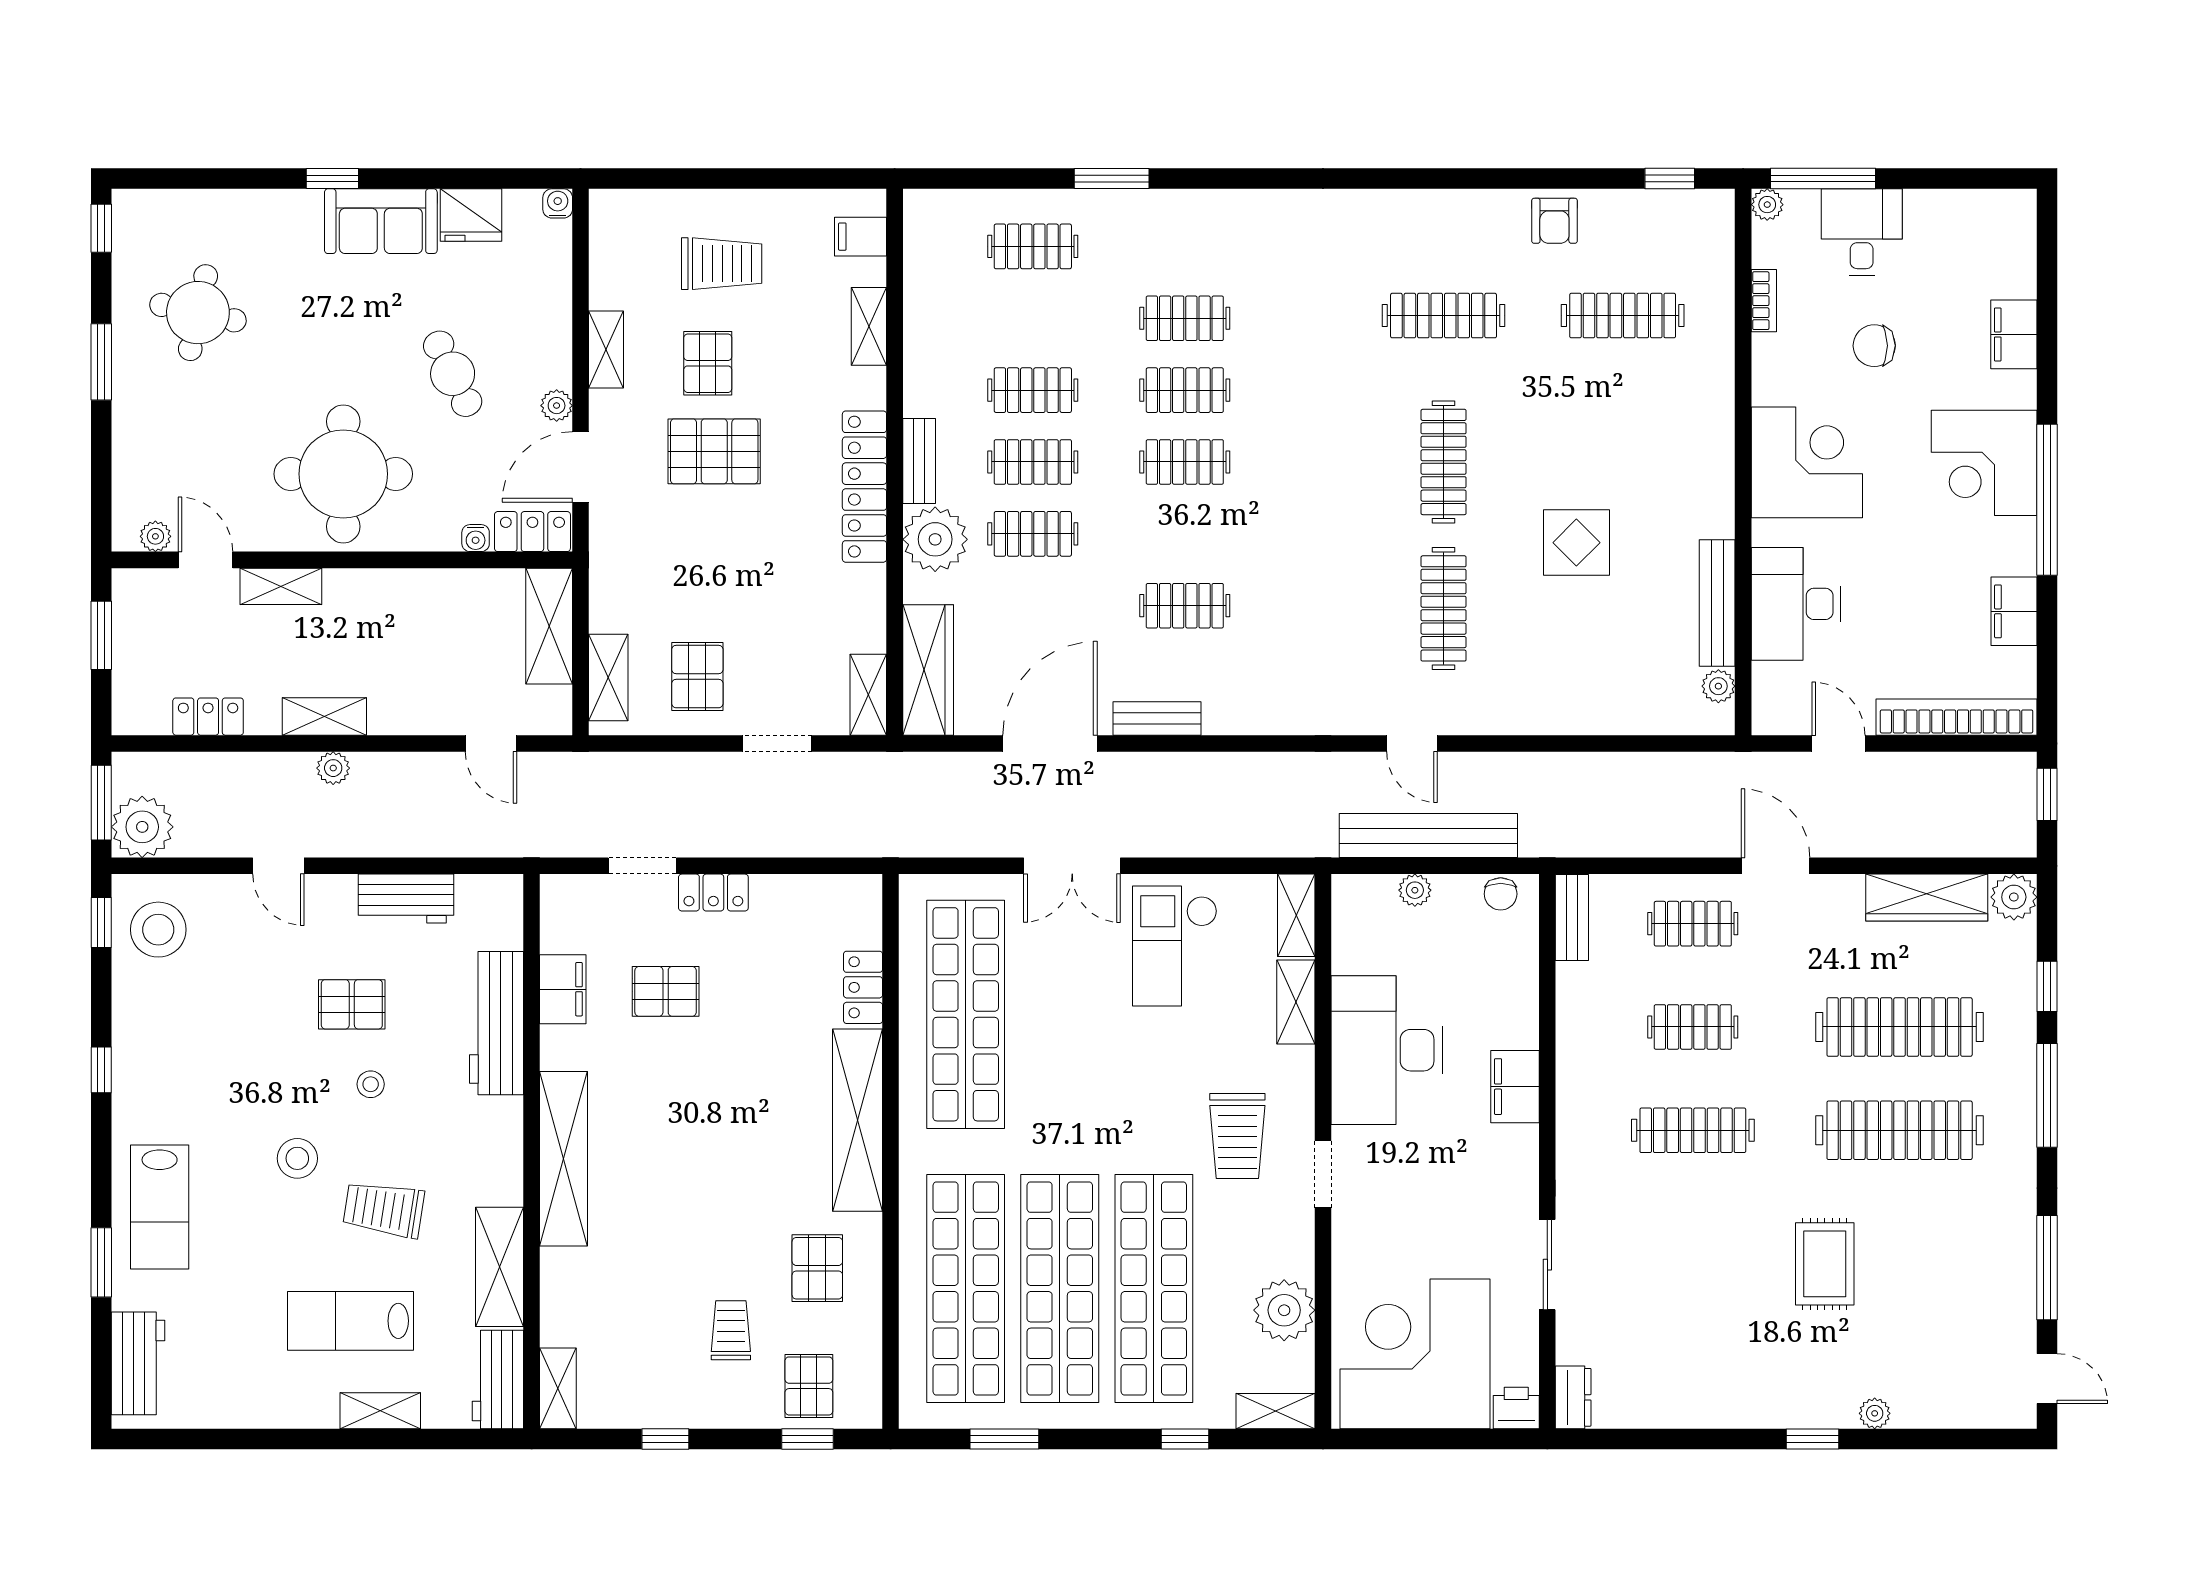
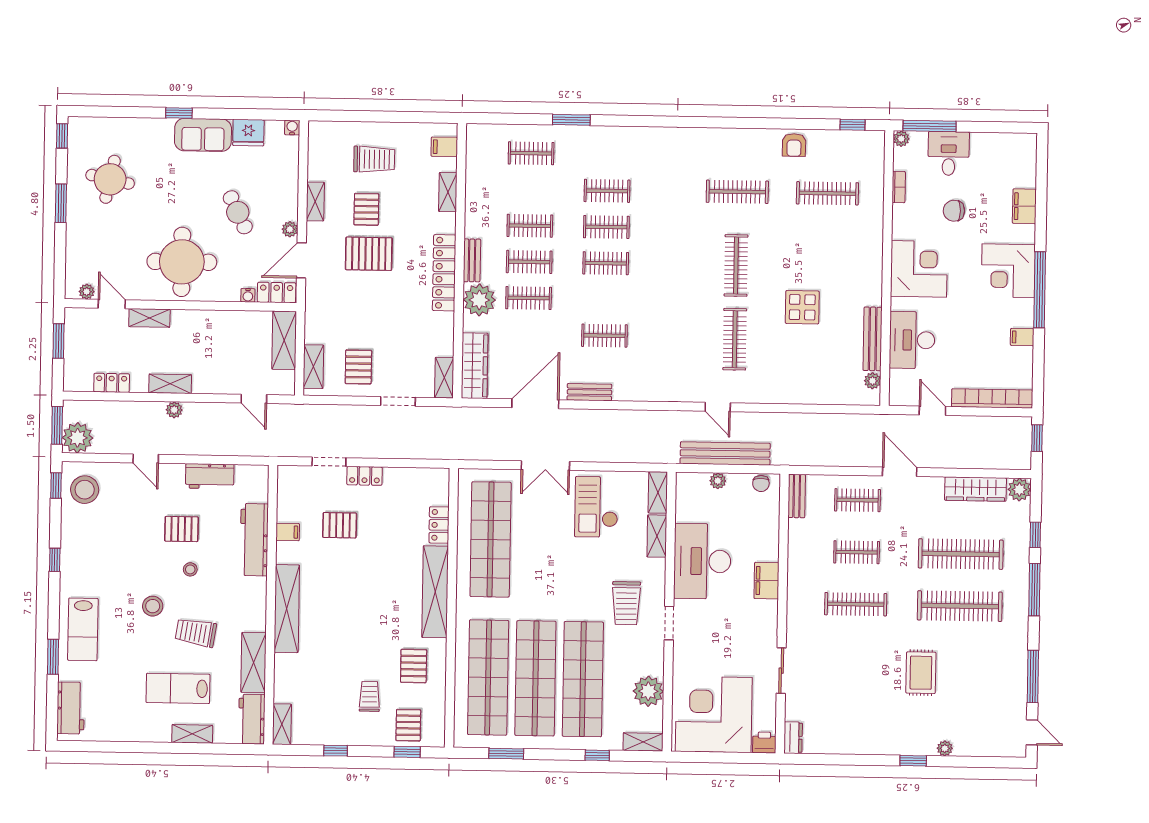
filing cabinet: (2014, 611) -> (1022, 337), width x0.50
filing cabinet: (563, 989) -> (288, 532), width x0.50

